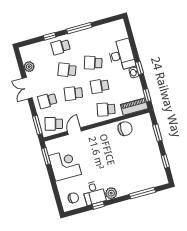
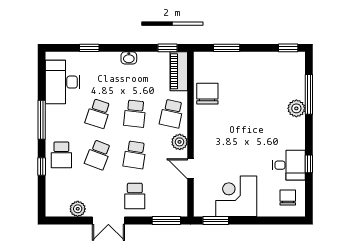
desk: (121, 55) -> (63, 82), moved, turned -90
window: (139, 68) -> (89, 48), moved
plant: (90, 119) -> (180, 142), added
school desk: (54, 124) -> (172, 196), removed
window: (165, 161) -> (288, 48), moved
plant: (111, 193) -> (296, 108), moved

